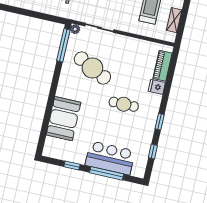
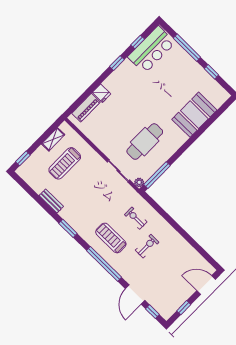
cafe table: (92, 68) -> (145, 142), turned 63
cafe table: (124, 104) -> (137, 96), removed
bar counter: (110, 158) -> (152, 50), moved, turned -90

